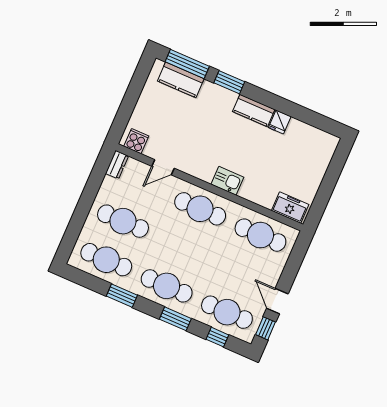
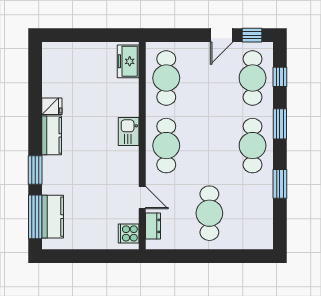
dresser: (117, 165) -> (153, 226), moved, turned 90
cafe table: (106, 260) -> (253, 213), removed

